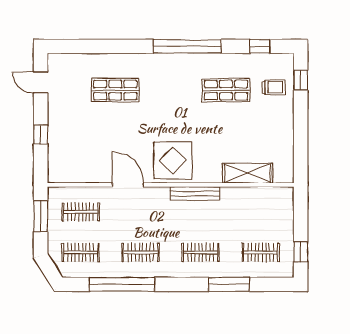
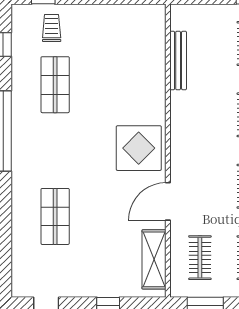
shelving: (248, 173) -> (154, 259), moved
bench: (195, 193) -> (178, 60), moved

